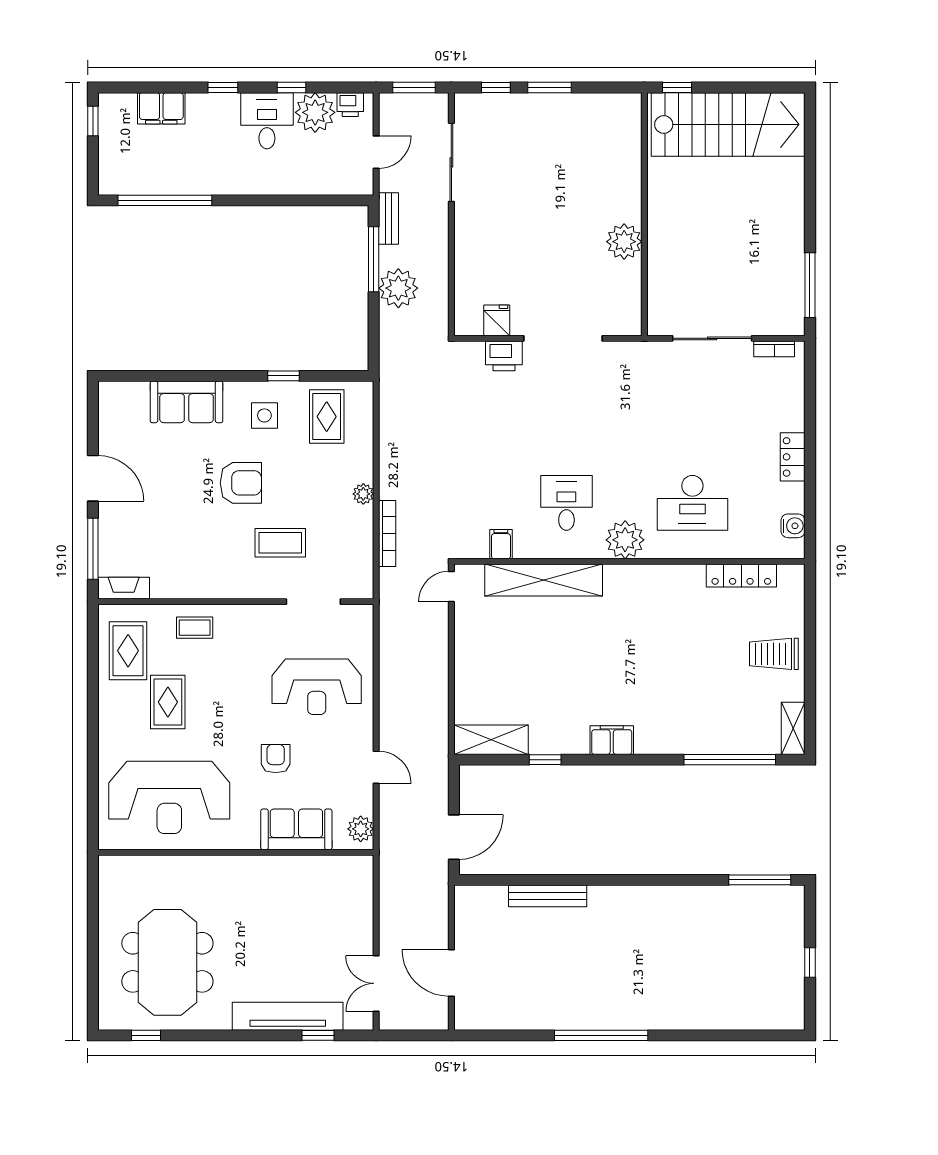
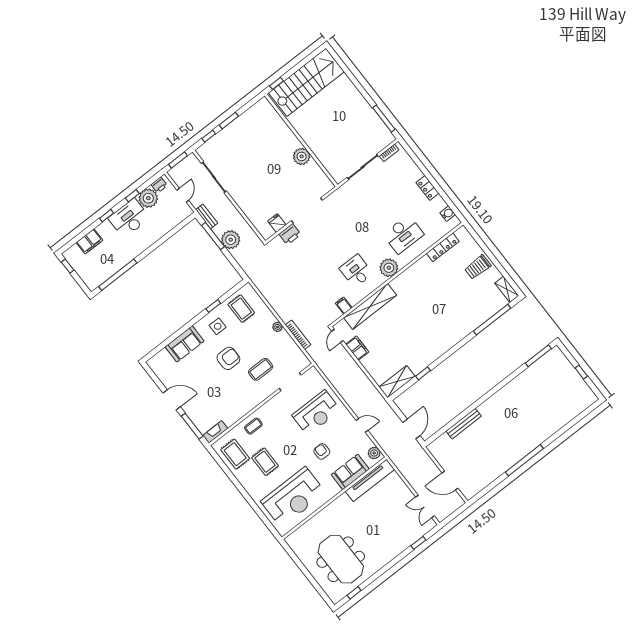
desk: (267, 121) -> (129, 218), width x1.37
filing cabinet: (612, 740) -> (357, 348), moved, turned 90
tv unit: (288, 1016) -> (370, 480), moved, turned 180

